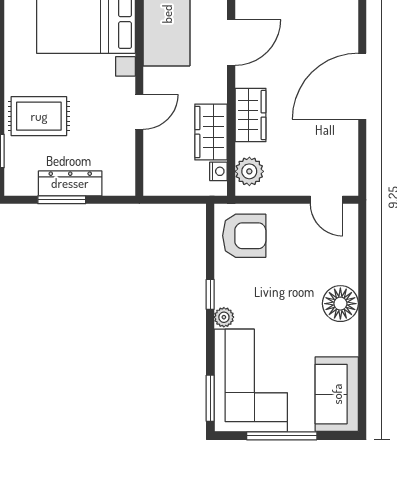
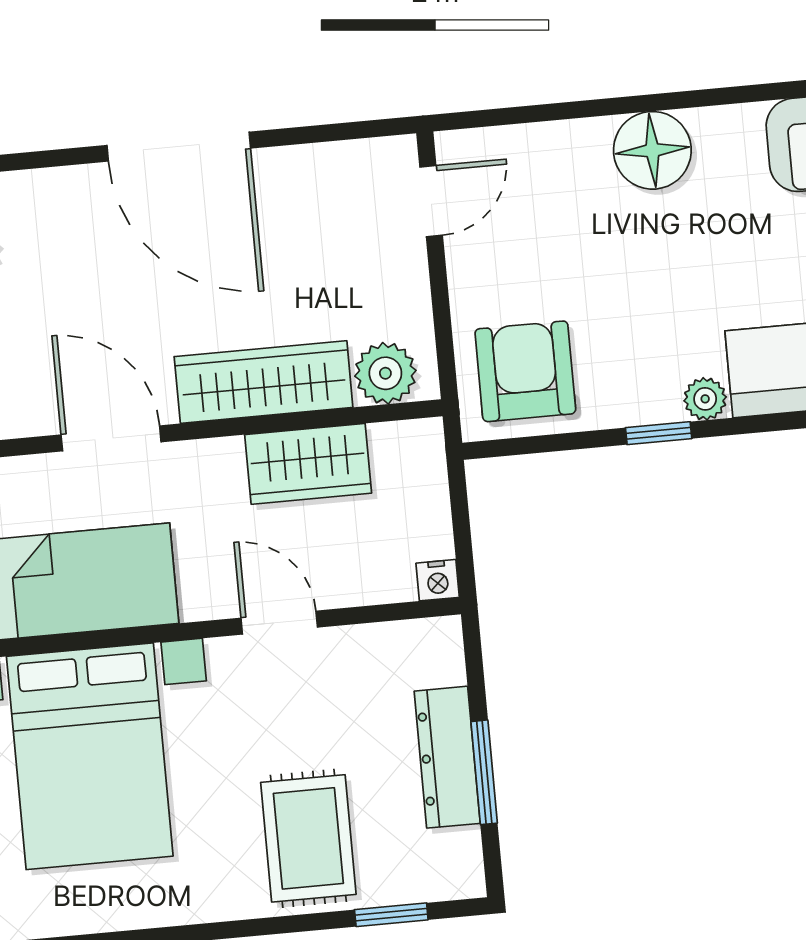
wardrobe: (251, 115) -> (264, 382), width x1.50
nightstand: (218, 171) -> (438, 580), moved, turned 180

